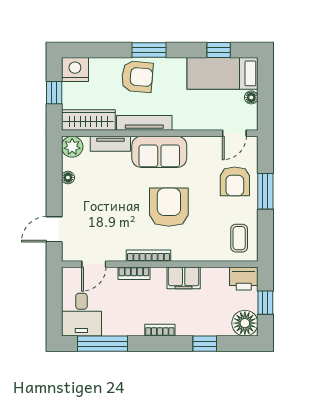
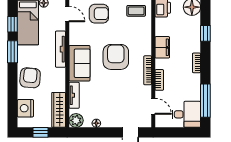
window: (149, 50) -> (13, 52), moved
nightstand: (75, 70) -> (25, 108), moved
tv unit: (144, 123) -> (60, 49), moved
armchair: (169, 207) -> (116, 57), turned 90

